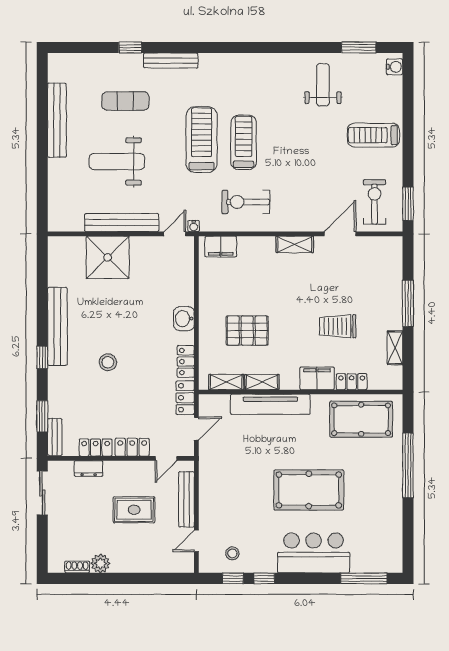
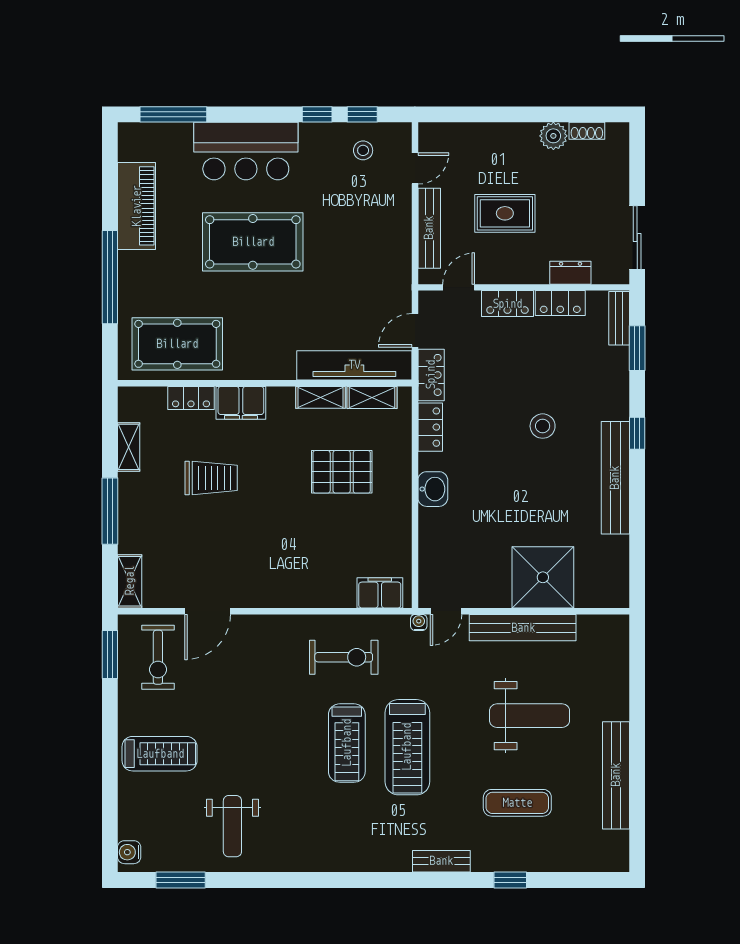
bench: (171, 60) -> (441, 861), width x0.73
shelving: (295, 244) -> (130, 581), moved, turned 90
tv unit: (270, 404) -> (354, 365), moved
piano: (389, 515) -> (137, 206), added

